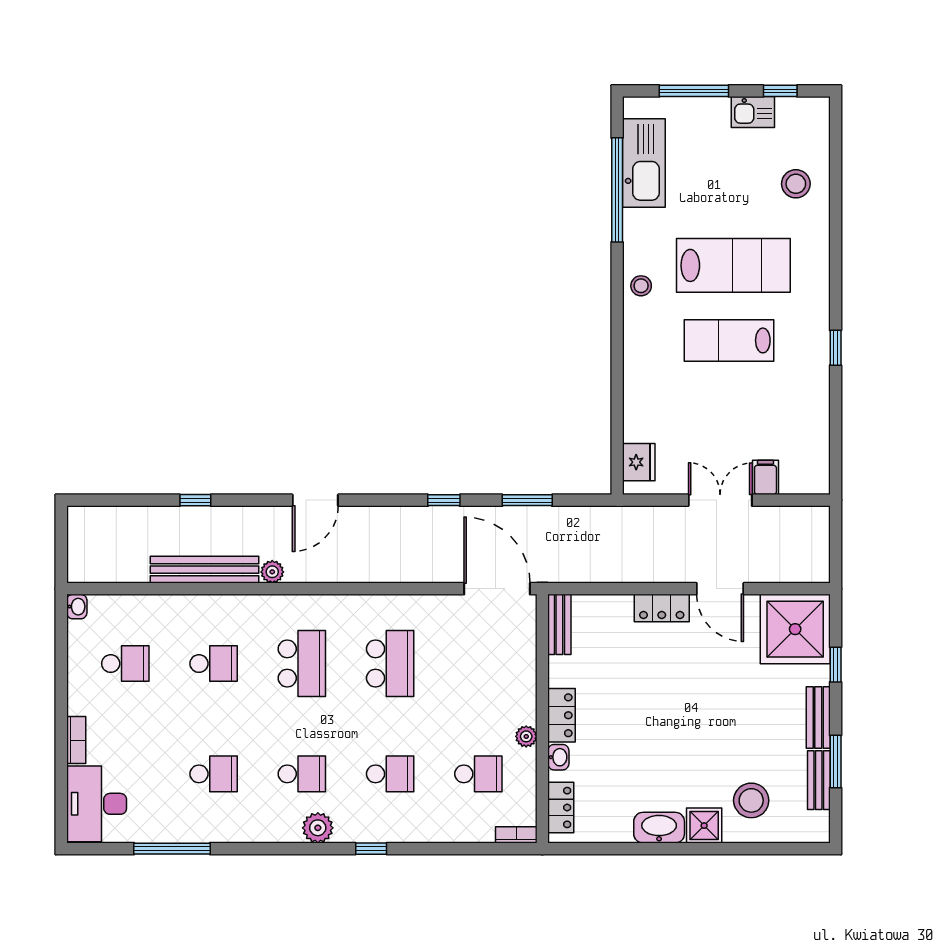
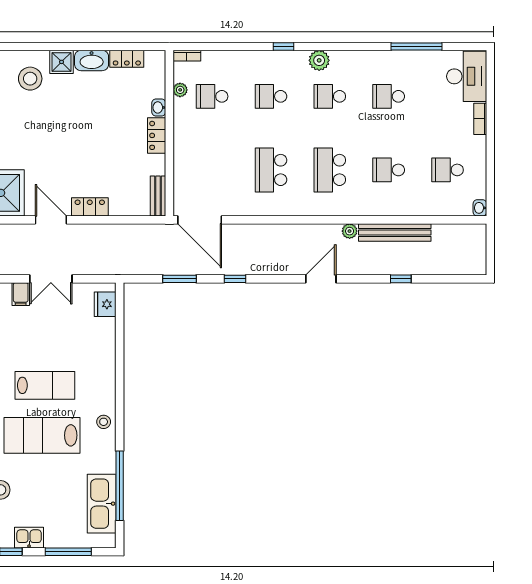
plant: (526, 736) -> (180, 90), moved
locker: (561, 807) -> (127, 59), moved, turned -90

